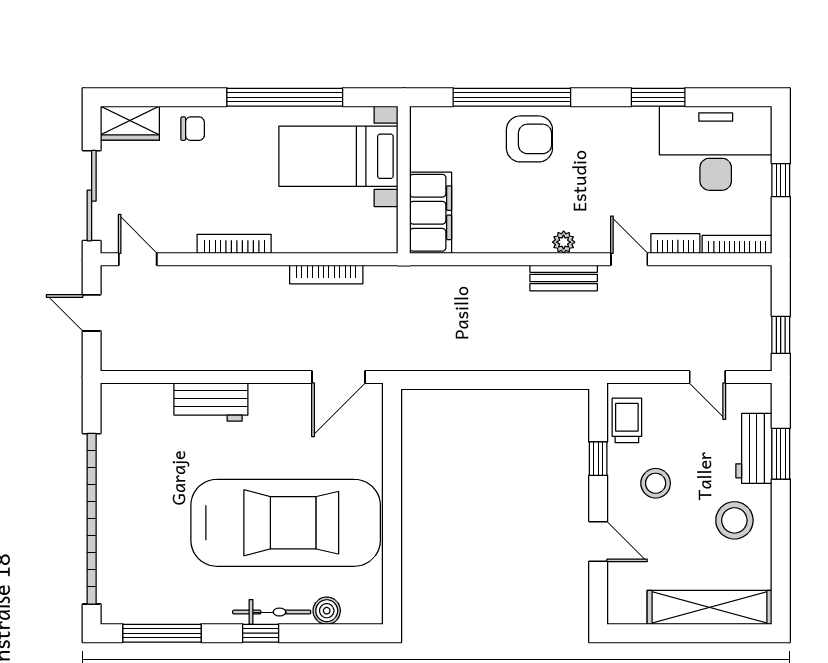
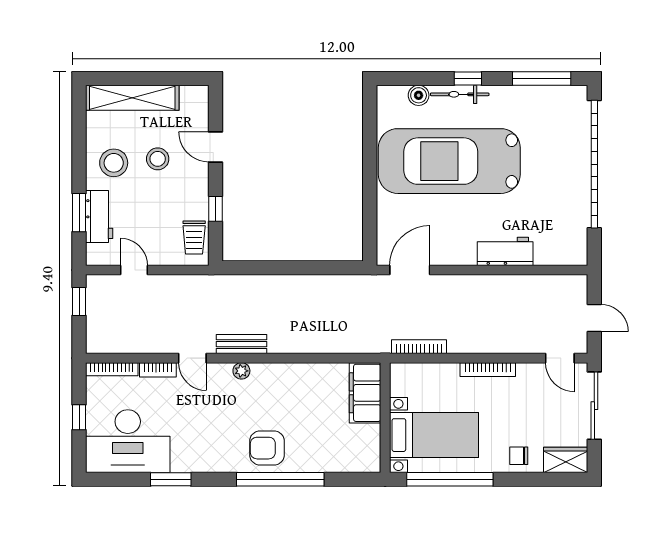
bed with nightstands: (338, 156) -> (434, 435), moved
wall: (404, 180) -> (385, 418), moved
filing cabinet: (431, 213) -> (365, 393), moved
stool: (656, 483) -> (158, 159), moved

